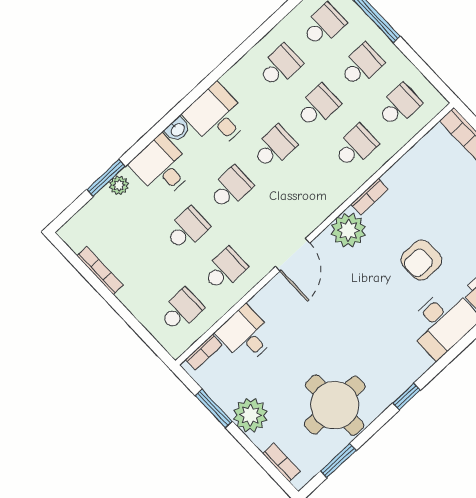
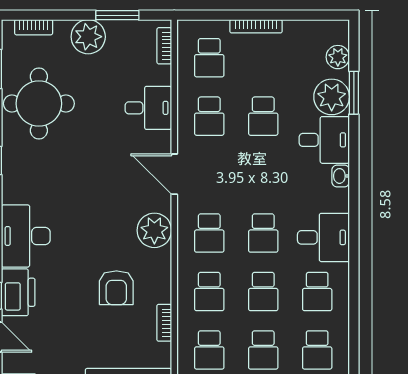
desk: (217, 117) -> (323, 237), moved
plant: (119, 185) -> (332, 97), width x1.88, depth x1.88
school desk: (231, 188) -> (209, 233), moved
bookcase: (369, 197) -> (164, 323), moved
plant: (91, 215) -> (338, 57), added
armchair: (421, 260) -> (116, 288), moved, turned 180
bookcase: (100, 271) -> (256, 26), moved
desk: (246, 335) -> (148, 108), moved

